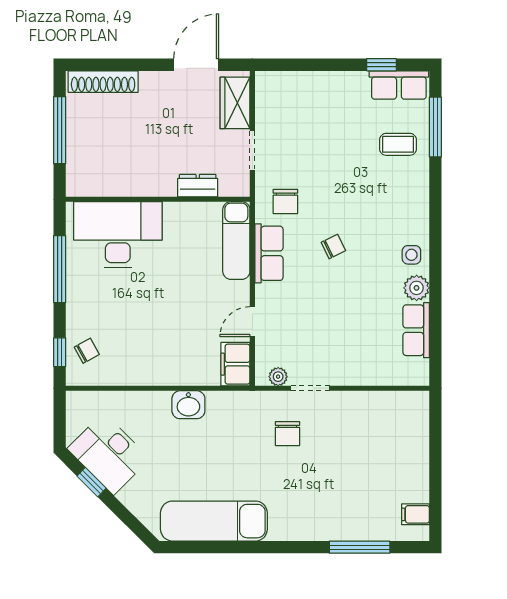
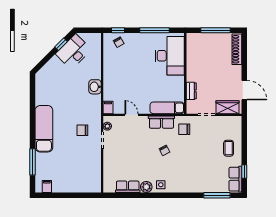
coffee table: (398, 144) -> (229, 148), moved
filing cabinet: (235, 364) -> (108, 107), width x0.50
exam couch: (214, 521) -> (44, 129), moved

